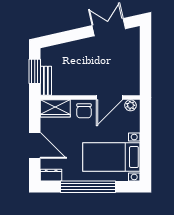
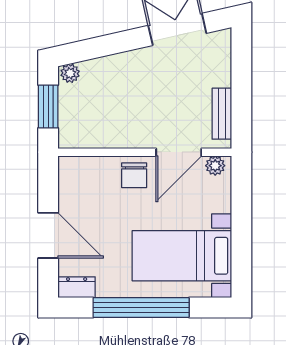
plant: (47, 52) -> (70, 73), added
bench: (46, 81) -> (222, 114), moved
wardrobe: (55, 108) -> (84, 171), removed

